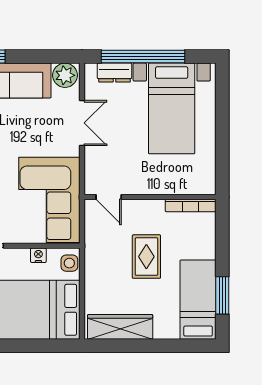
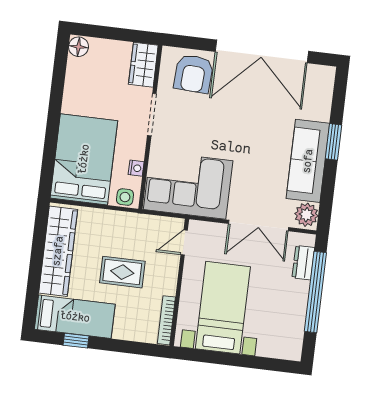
bed with nightstands: (172, 108) -> (223, 308), moved, turned 90
double door: (82, 123) -> (258, 226), width x1.37
window: (222, 295) -> (76, 341), width x0.67
wardrobe: (120, 327) -> (58, 251), width x1.40, depth x1.17

